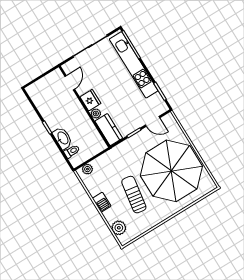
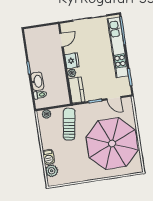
sun lounger: (134, 195) -> (69, 124), moved
barbecue: (102, 202) -> (48, 157), moved

